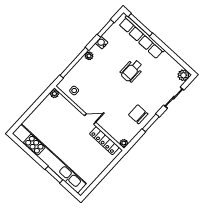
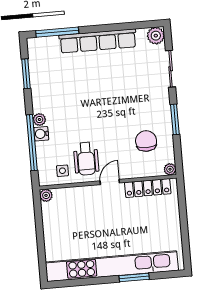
row of seats: (142, 37) -> (98, 41), moved
water cooler: (102, 43) -> (41, 134), moved
wheelchair: (132, 71) -> (86, 159), moved
chair: (138, 114) -> (146, 141), moved, turned 90

